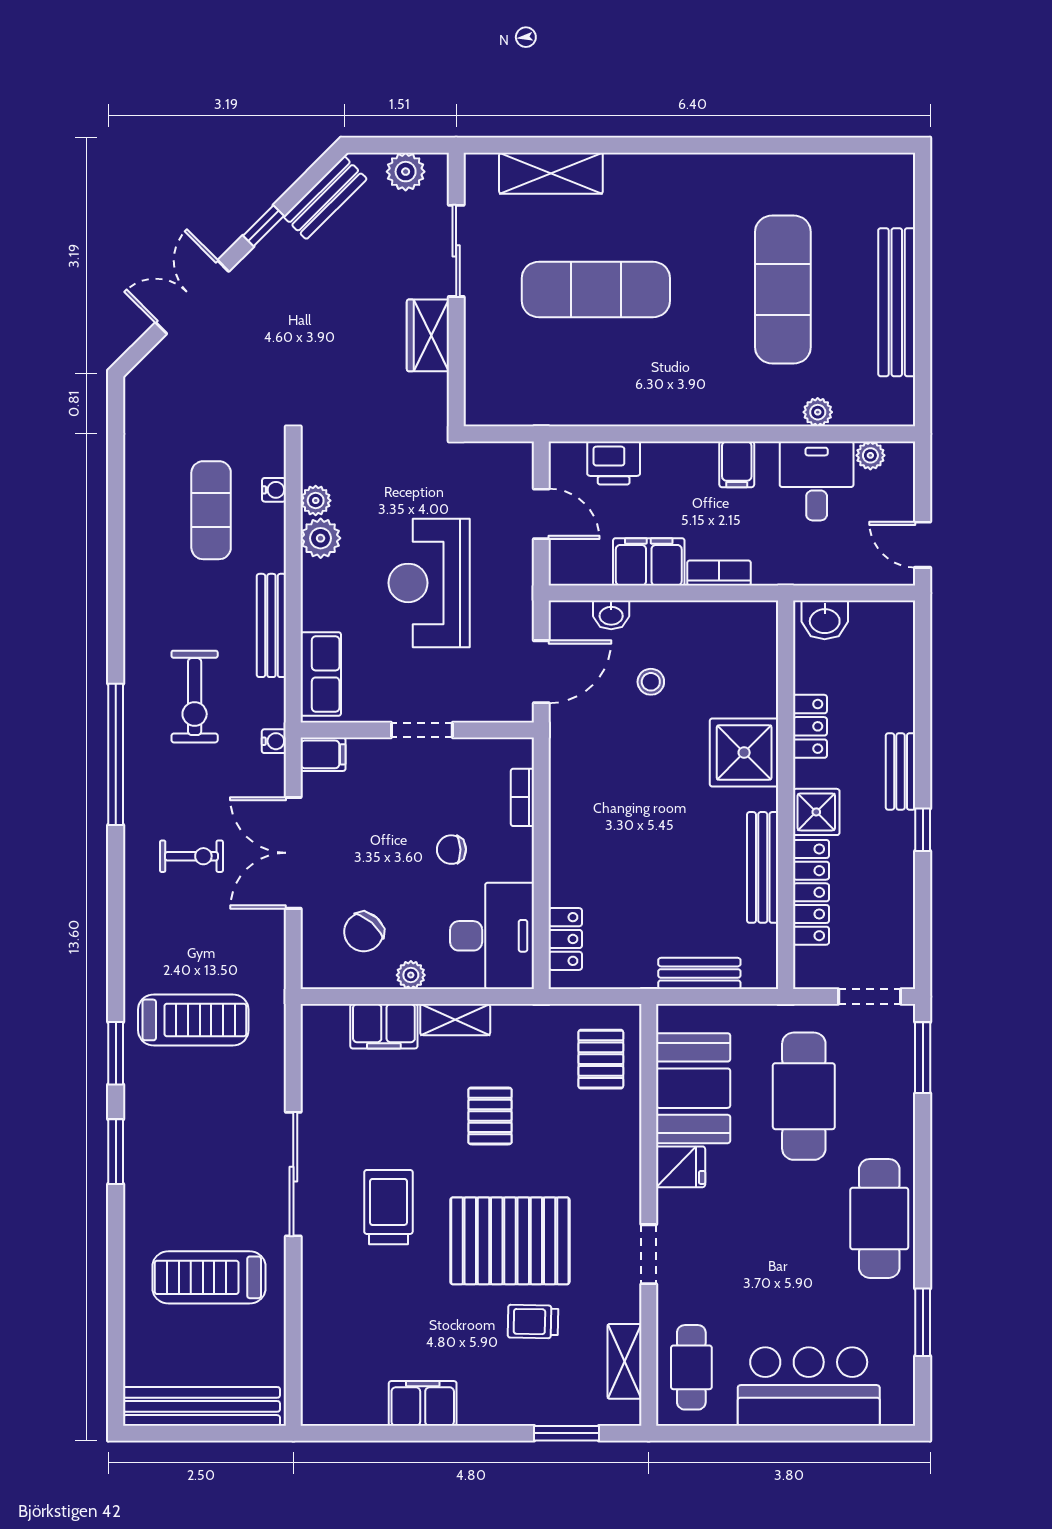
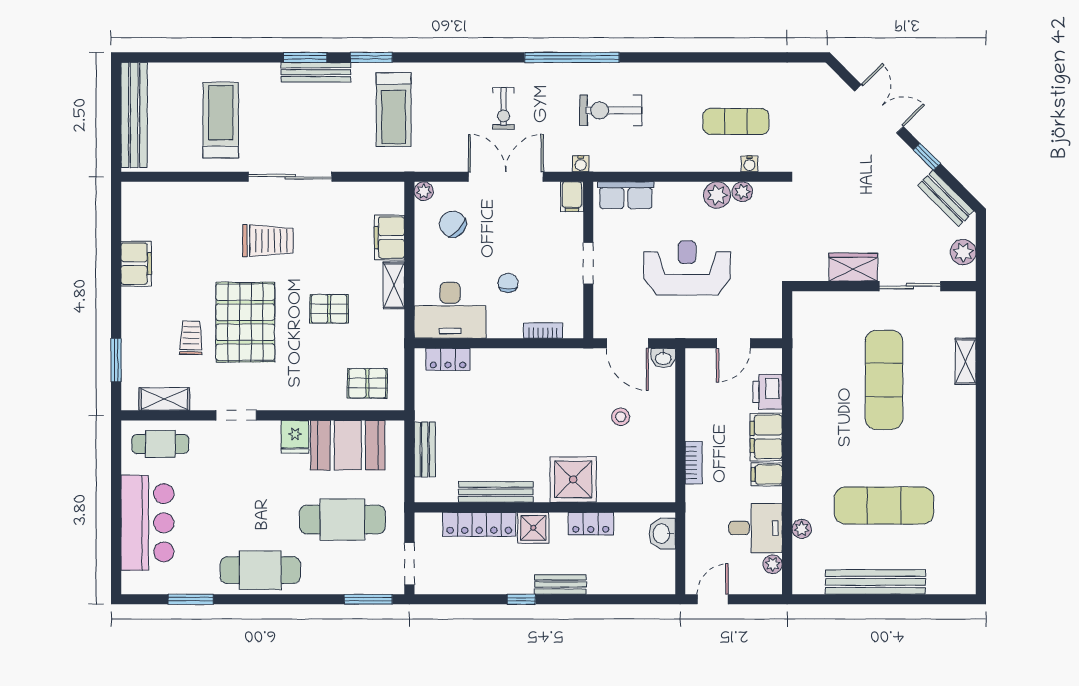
shelving: (551, 173) -> (966, 361), width x0.67, depth x0.75
filing cabinet: (649, 562) -> (766, 437), moved, turned 180
washbasin: (611, 615) -> (663, 358), moved, turned -90
bench: (271, 625) -> (316, 72), moved
plant: (411, 975) -> (424, 191), moved

